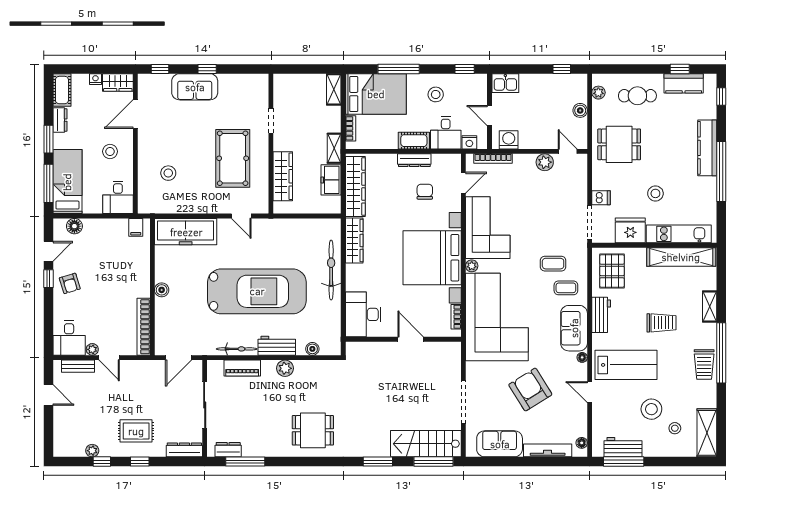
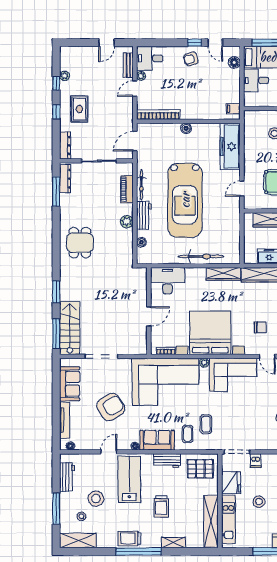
desk: (118, 197) -> (256, 80), moved
door: (179, 358) -> (135, 141), hinge flipped
lab bench: (626, 365) -> (129, 479), turned 180
dresser: (228, 450) -> (65, 179), width x1.44
window: (624, 462) -> (56, 509), moved

